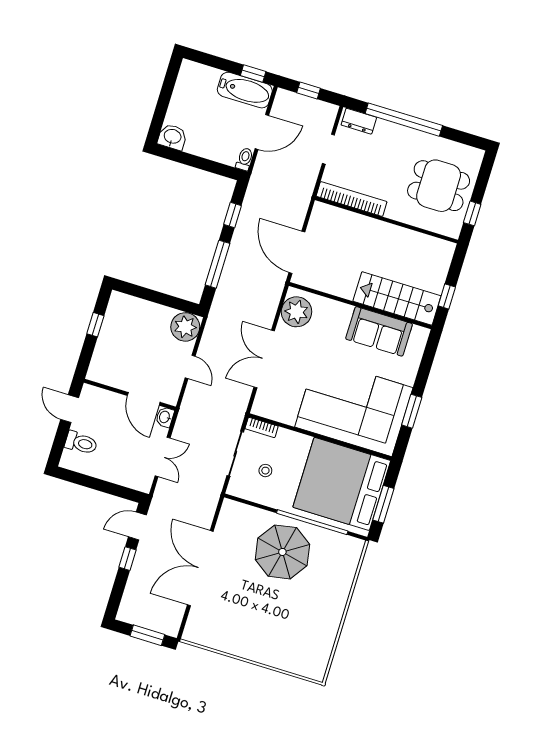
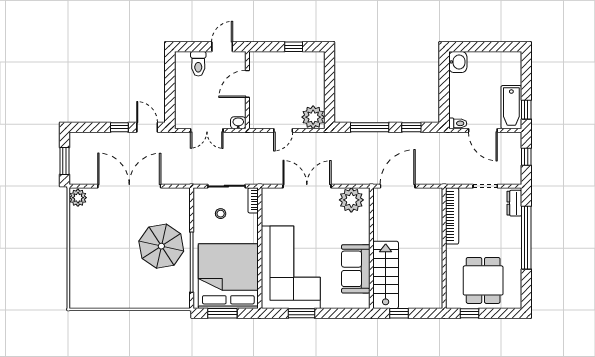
door: (144, 399) -> (247, 84), moved
plant: (195, 633) -> (78, 198), added

